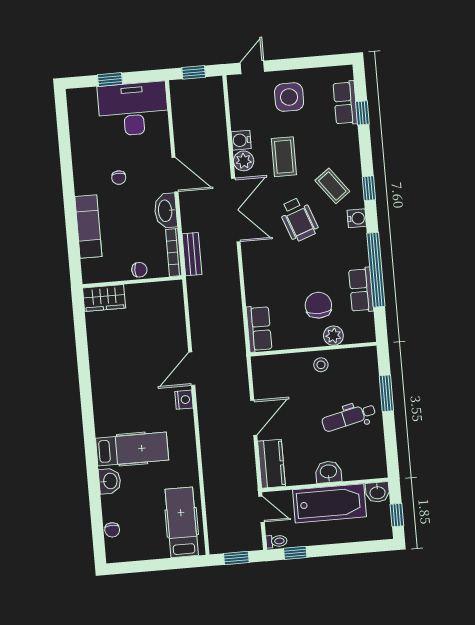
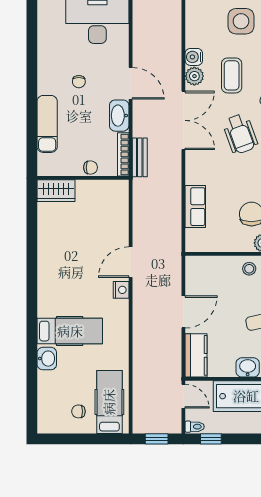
row of seats: (259, 329) -> (195, 207), moved
chair: (112, 530) -> (78, 411), moved, turned 90

